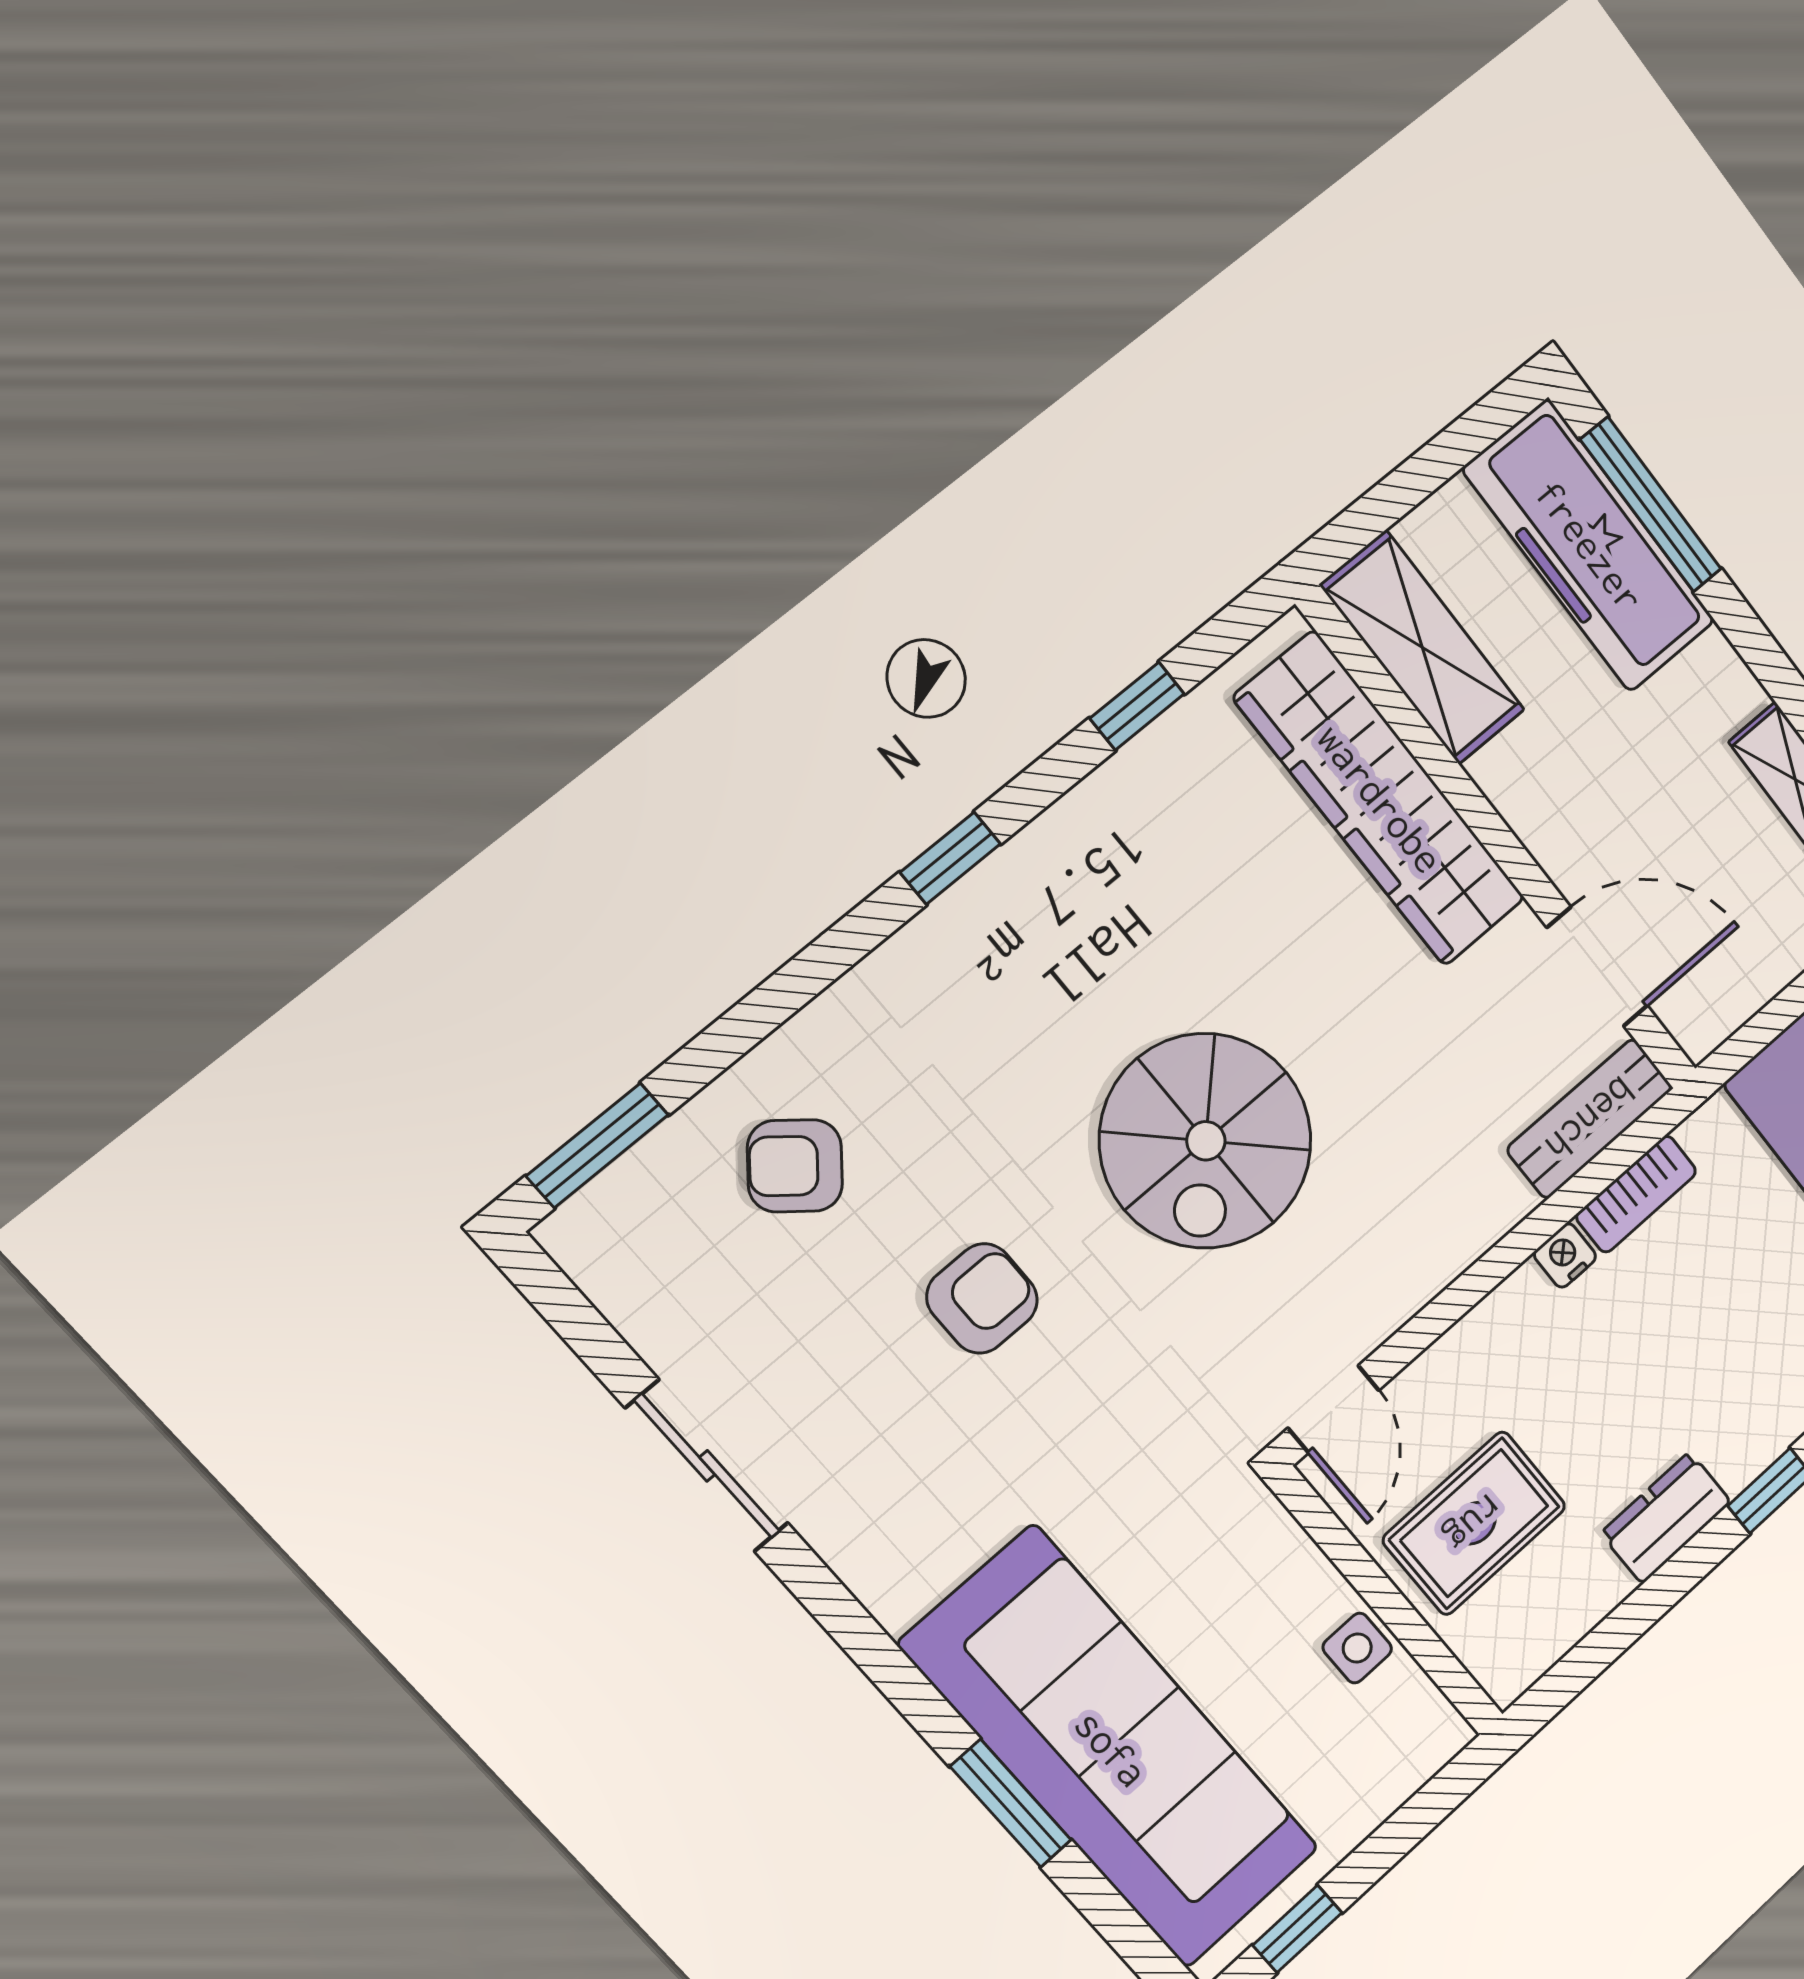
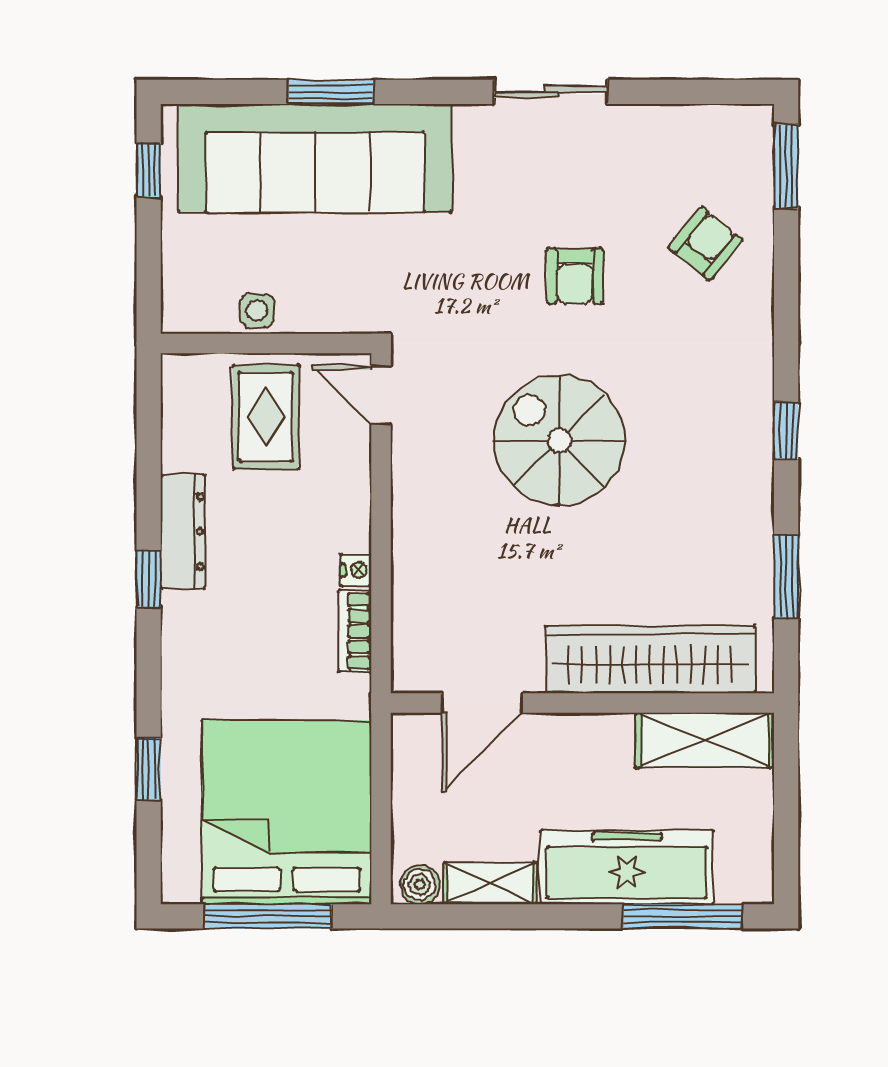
freezer: (1589, 546) -> (627, 867), moved
window: (1137, 706) -> (786, 577), width x1.50
bench: (1590, 1119) -> (412, 638), removed
sliding door: (707, 1466) -> (551, 92), moved
dresser: (1666, 1518) -> (183, 532), width x1.44

